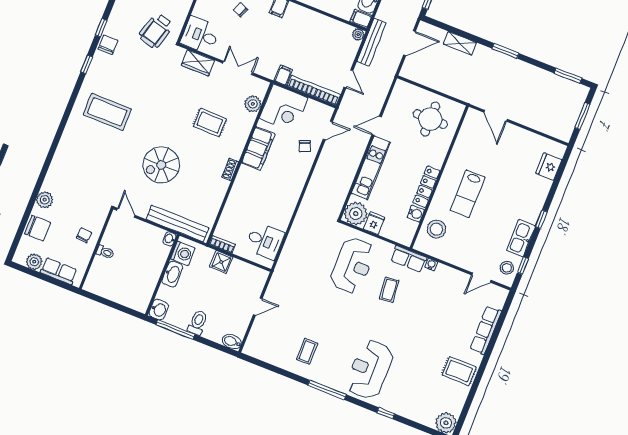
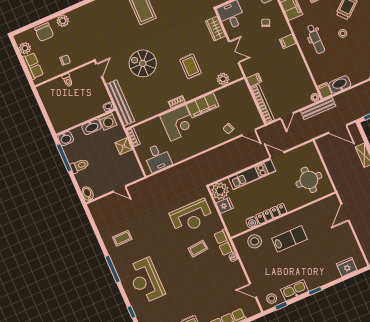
corner desk: (284, 108) -> (178, 123), moved, turned -90
lab bench: (468, 194) -> (290, 239), turned 180
reception desk: (370, 369) -> (146, 281), turned -90

